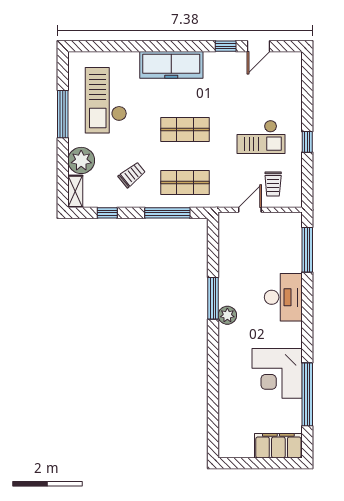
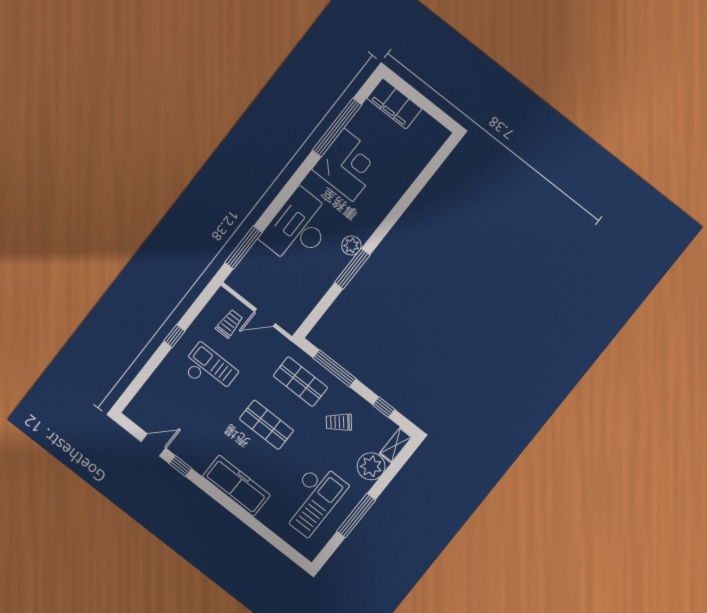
desk: (283, 297) -> (298, 228), width x1.36, depth x1.30

